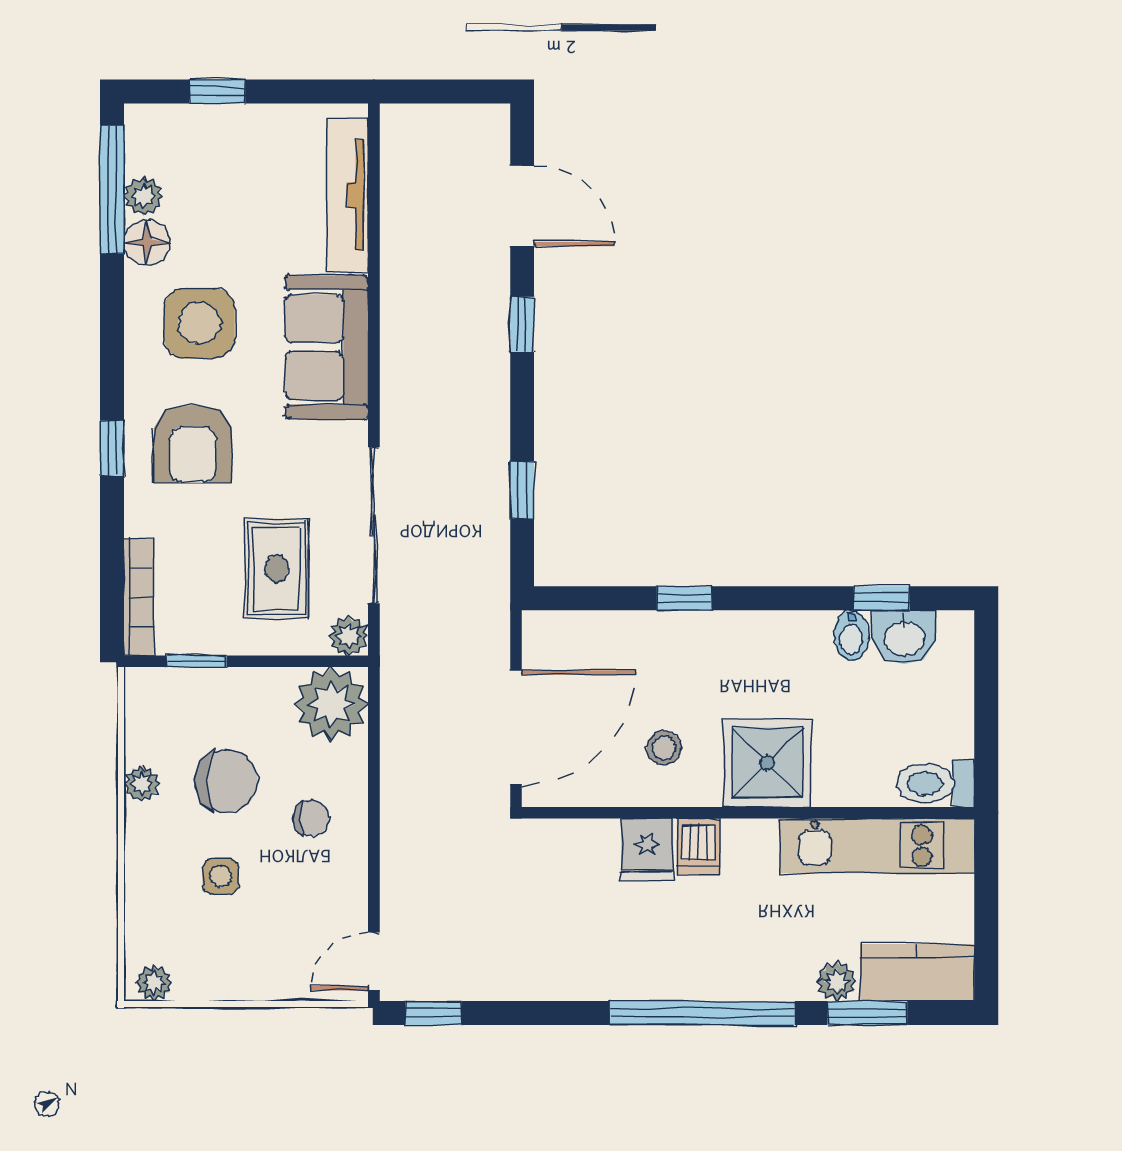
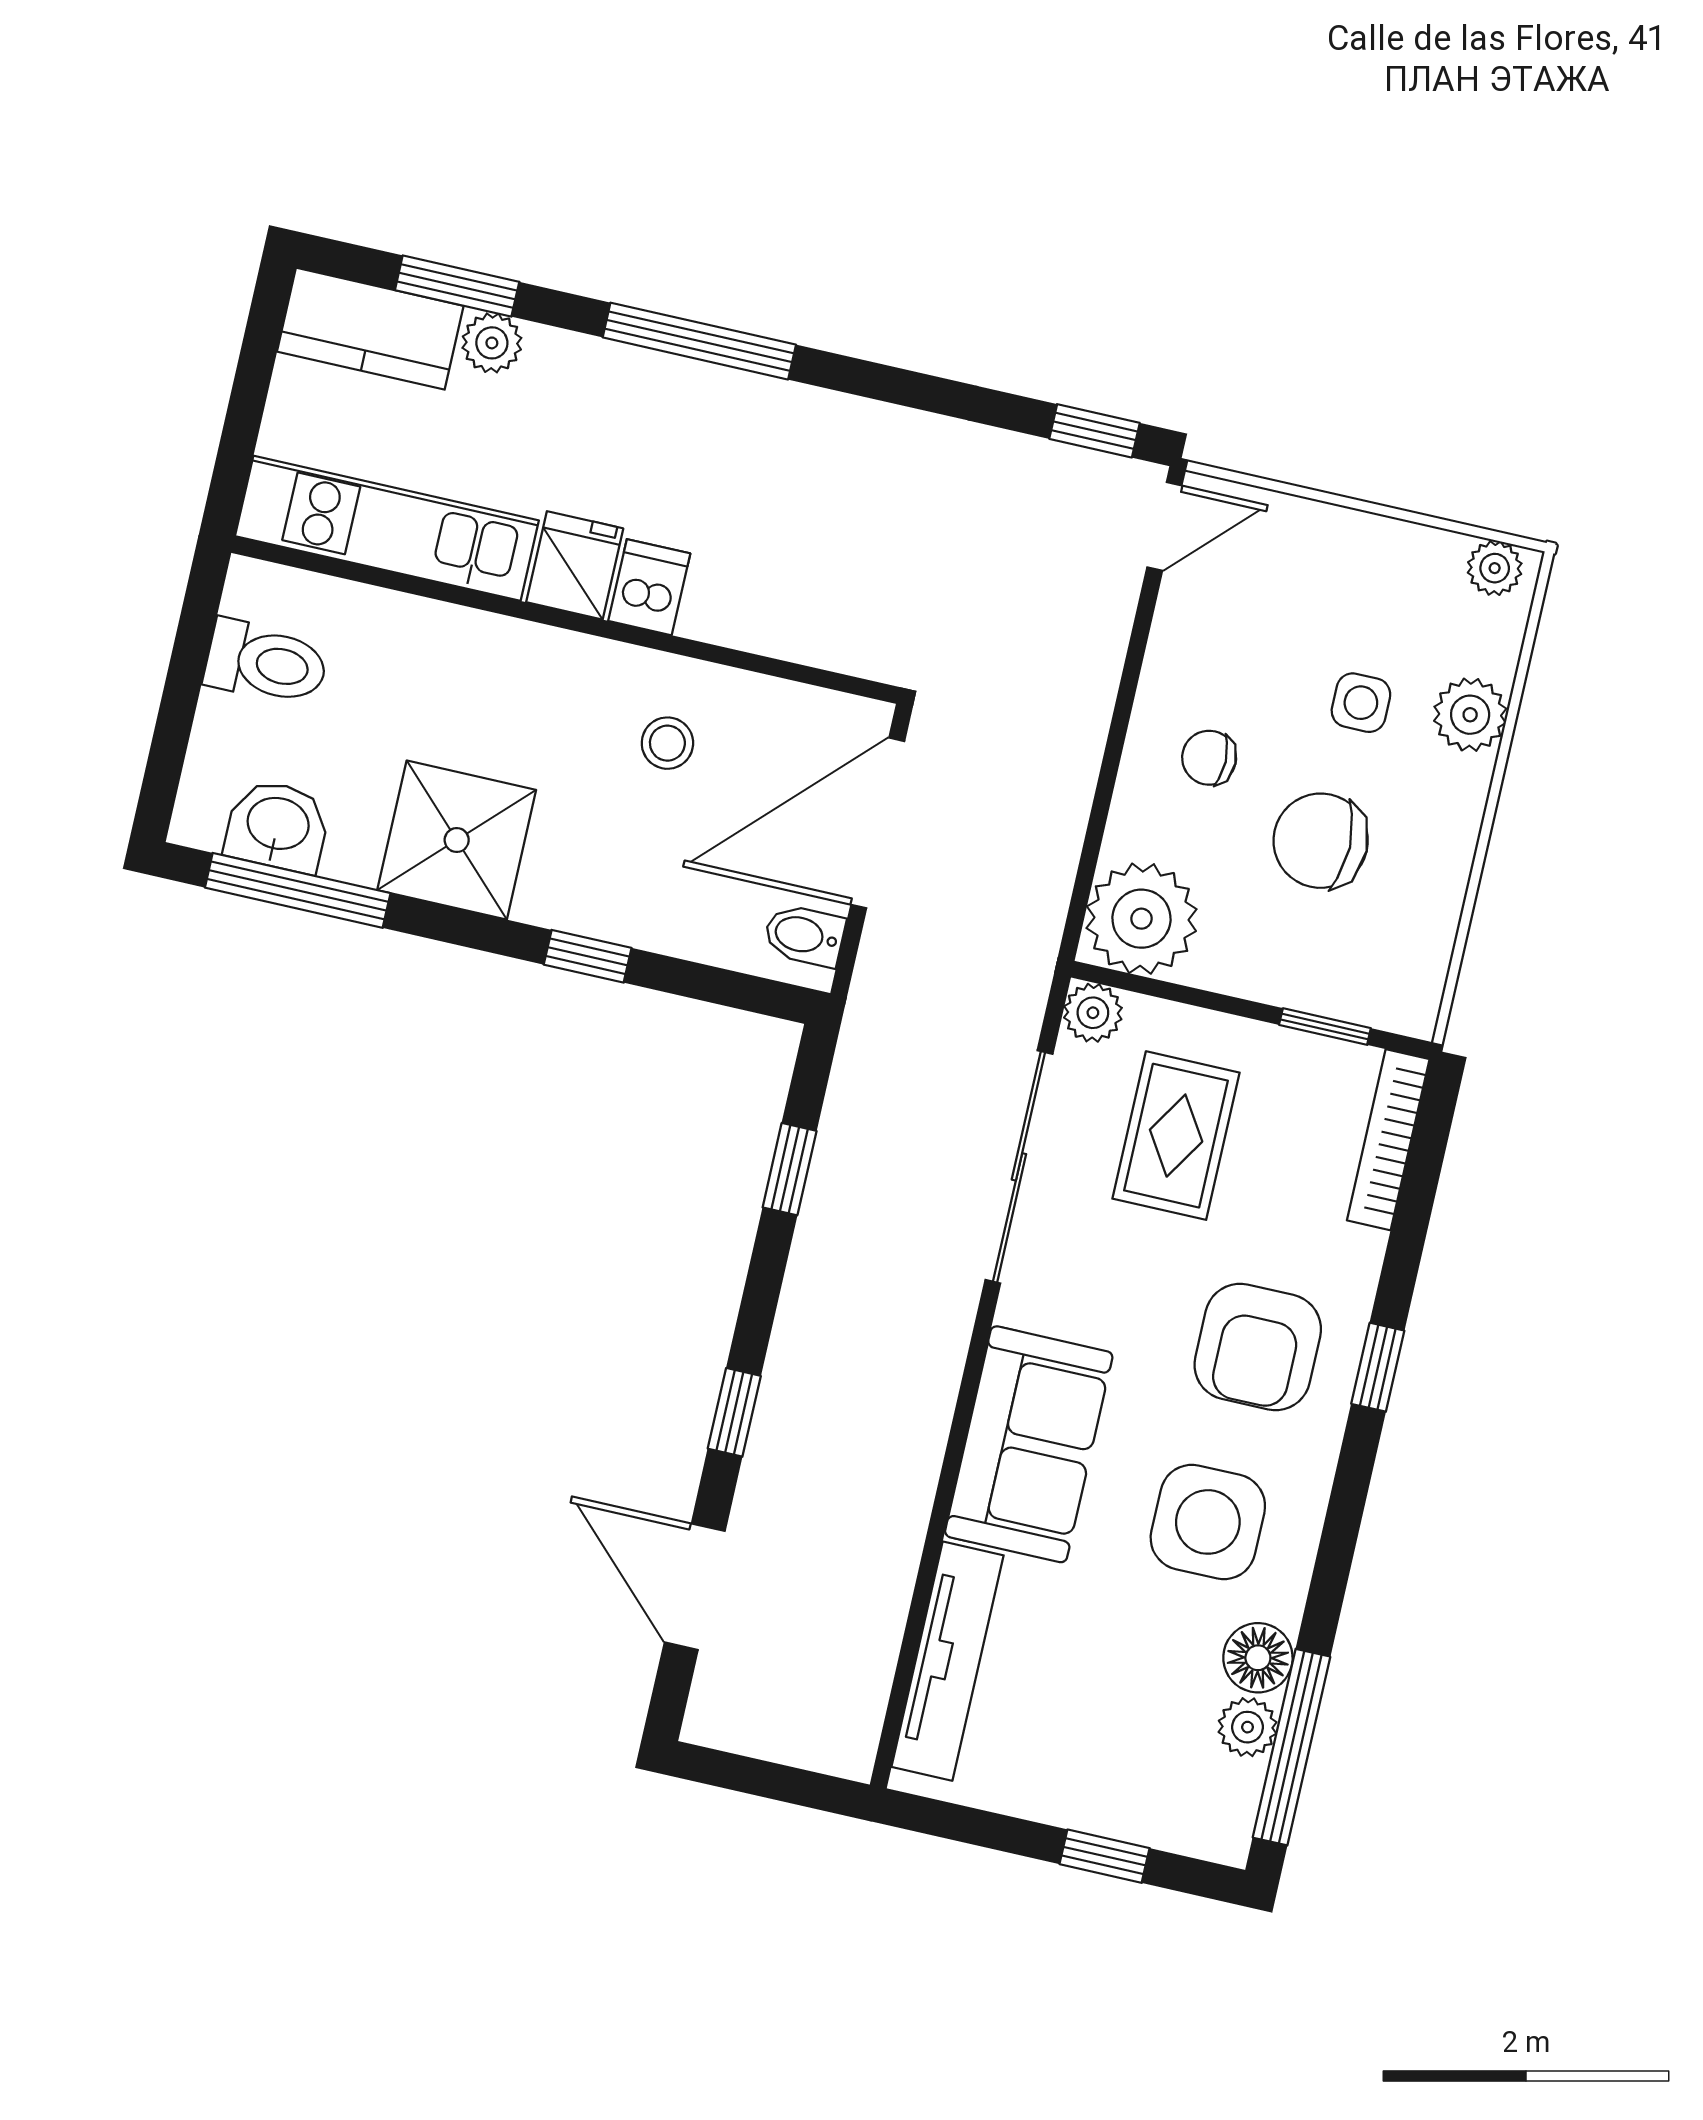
armchair: (193, 444) -> (1258, 1347), turned 180
window: (882, 598) -> (298, 890), width x2.17
bidet: (851, 635) -> (804, 935), moved, turned -90
shower: (767, 763) -> (457, 840), moved
toilet: (935, 783) -> (266, 663), moved
plant: (142, 784) -> (1470, 715), moved, width x1.38, depth x1.38
fridge: (647, 849) -> (575, 565), moved
window: (702, 1013) -> (699, 341), width x0.68

